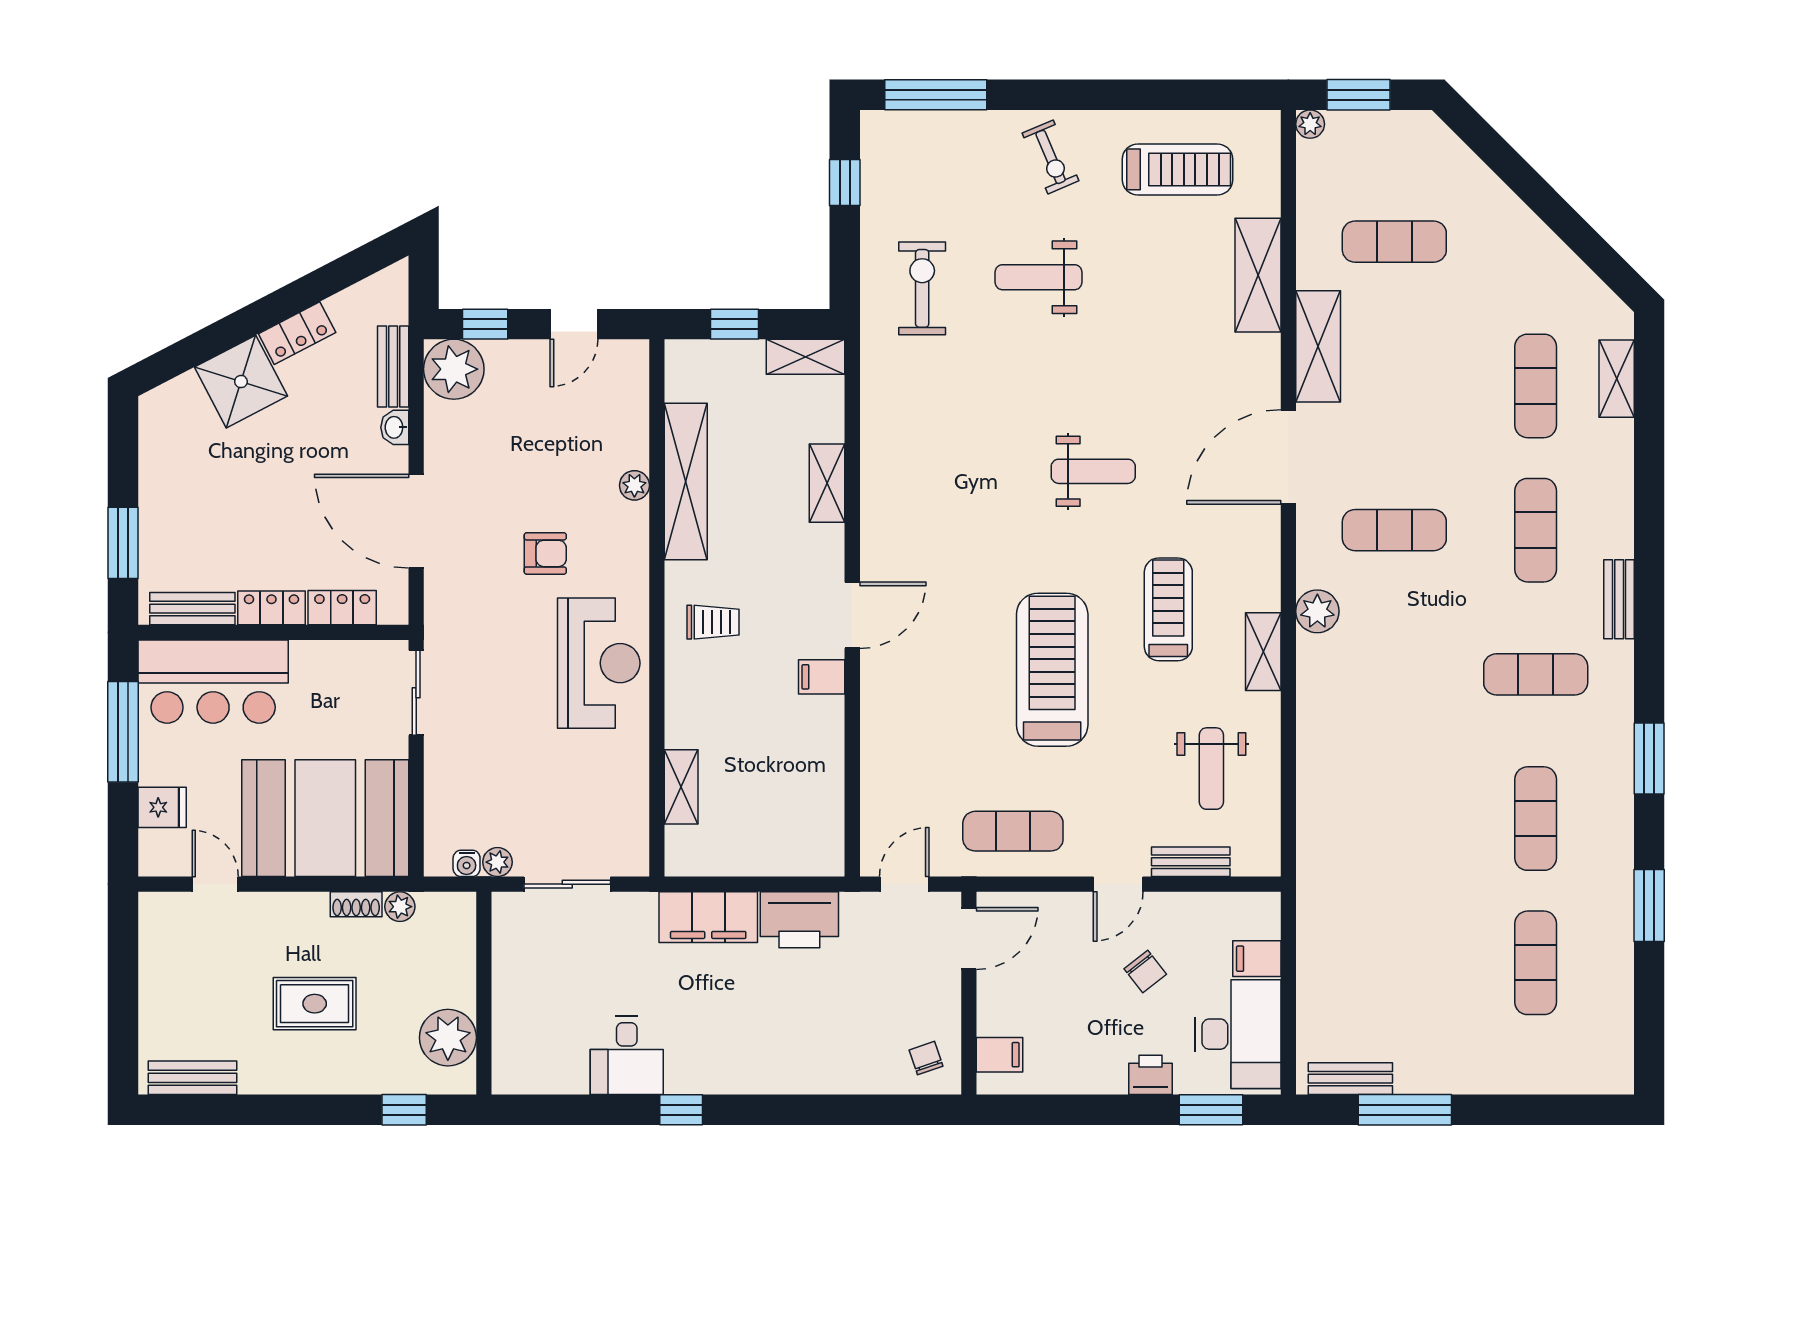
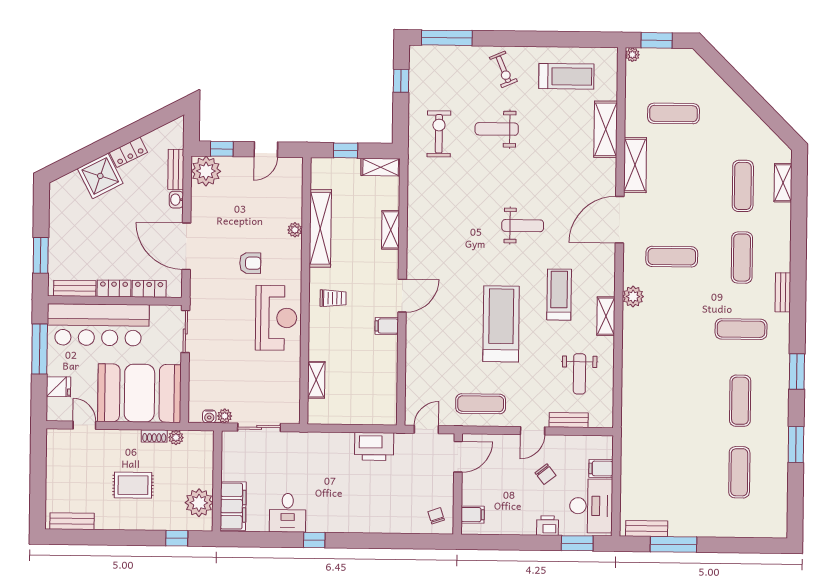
bar counter: (213, 682) -> (98, 325), width x1.36
filing cabinet: (708, 917) -> (233, 506), moved, turned -90

